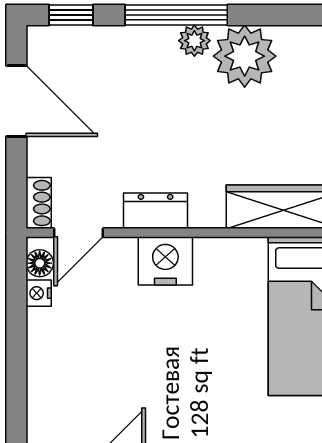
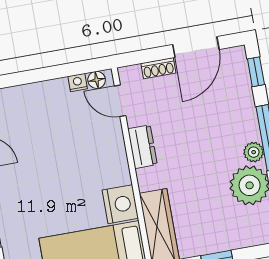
shoe rack: (39, 203) -> (158, 68), moved
nightstand: (165, 261) -> (120, 204), moved

